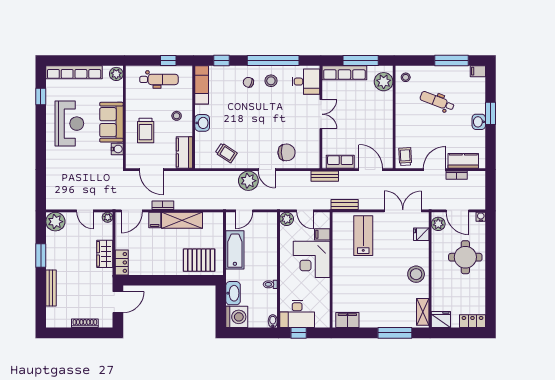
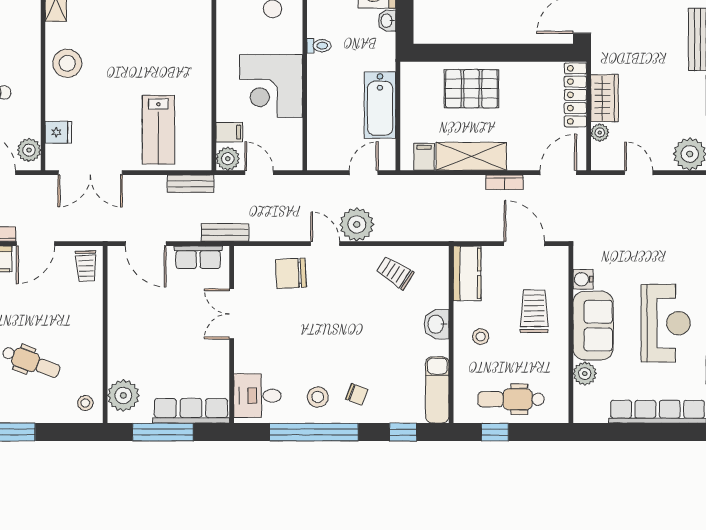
plant: (116, 74) -> (585, 374), moved
double door: (321, 114) -> (232, 314), moved
reception desk: (69, 124) -> (666, 323), turned 180
plant: (108, 217) -> (600, 133), moved
plant: (287, 219) -> (228, 159), moved
filing cabinet: (155, 220) -> (424, 157), moved
corner desk: (312, 259) -> (271, 86), moved, turned 180
pallet: (199, 260) -> (471, 89), moved
locker: (122, 262) -> (575, 95), width x1.53
washbasin: (233, 293) -> (387, 21), width x0.52, depth x0.69

